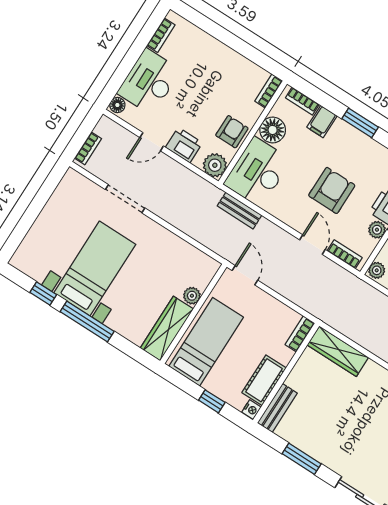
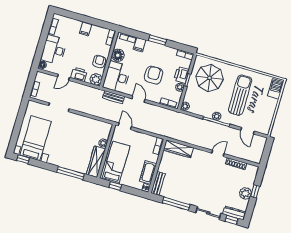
filing cabinet: (224, 58) -> (86, 29), added
door: (312, 245) -> (138, 99), moved
bed with nightstands: (95, 269) -> (35, 138), moved
window: (43, 294) -> (23, 159), moved
window: (87, 322) -> (71, 173), moved
window: (212, 401) -> (115, 186), moved
window: (302, 459) -> (176, 204), width x1.44

